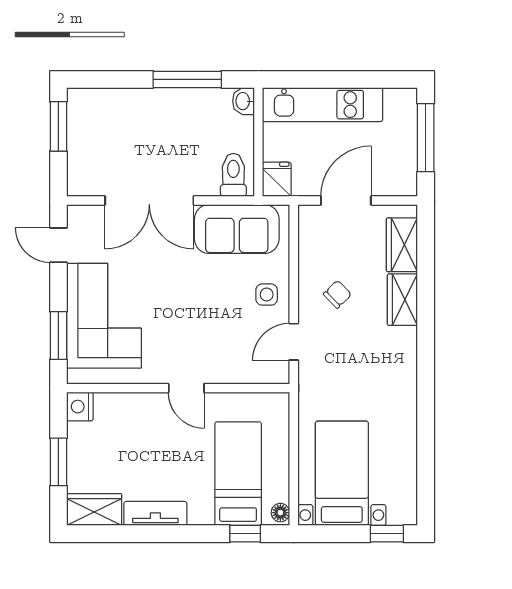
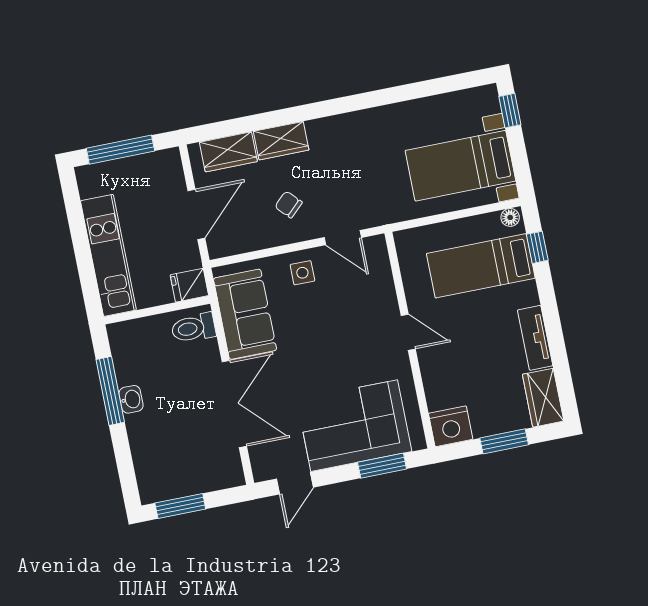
washbasin: (243, 101) -> (131, 399), moved, turned -90
door: (346, 200) -> (196, 214), swing flipped
door: (186, 388) -> (408, 332), hinge flipped
nightstand: (80, 407) -> (451, 426), width x1.36, depth x1.33

